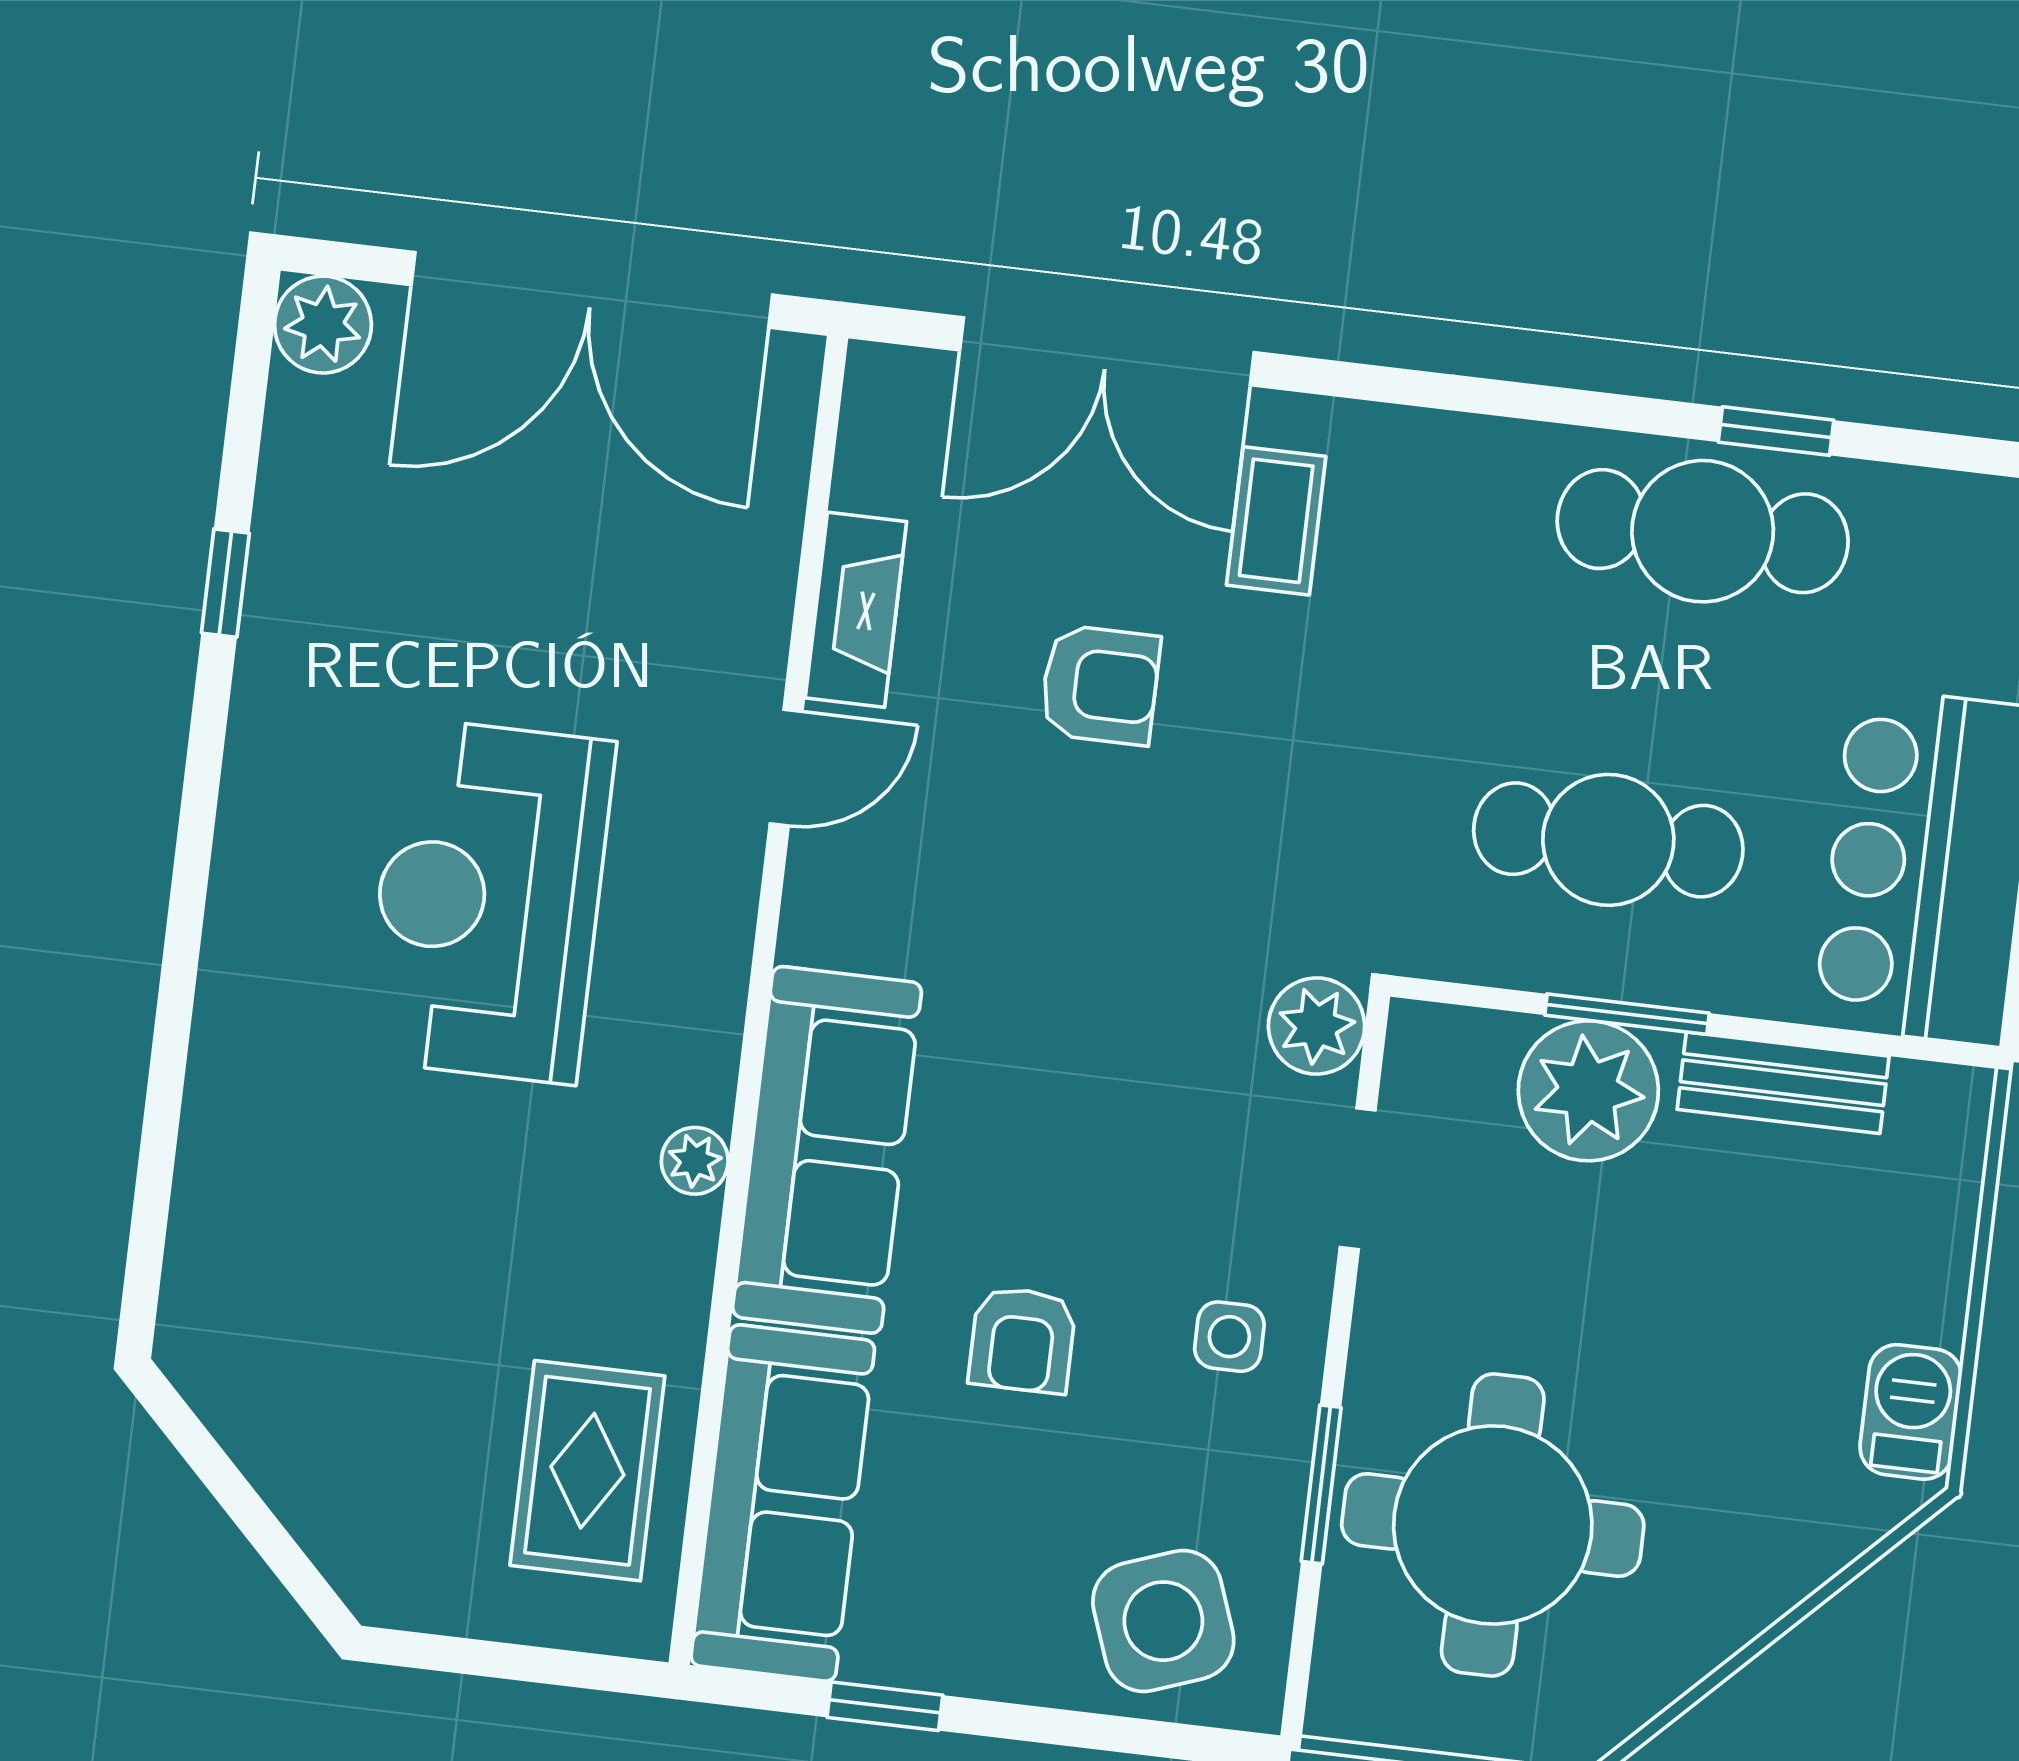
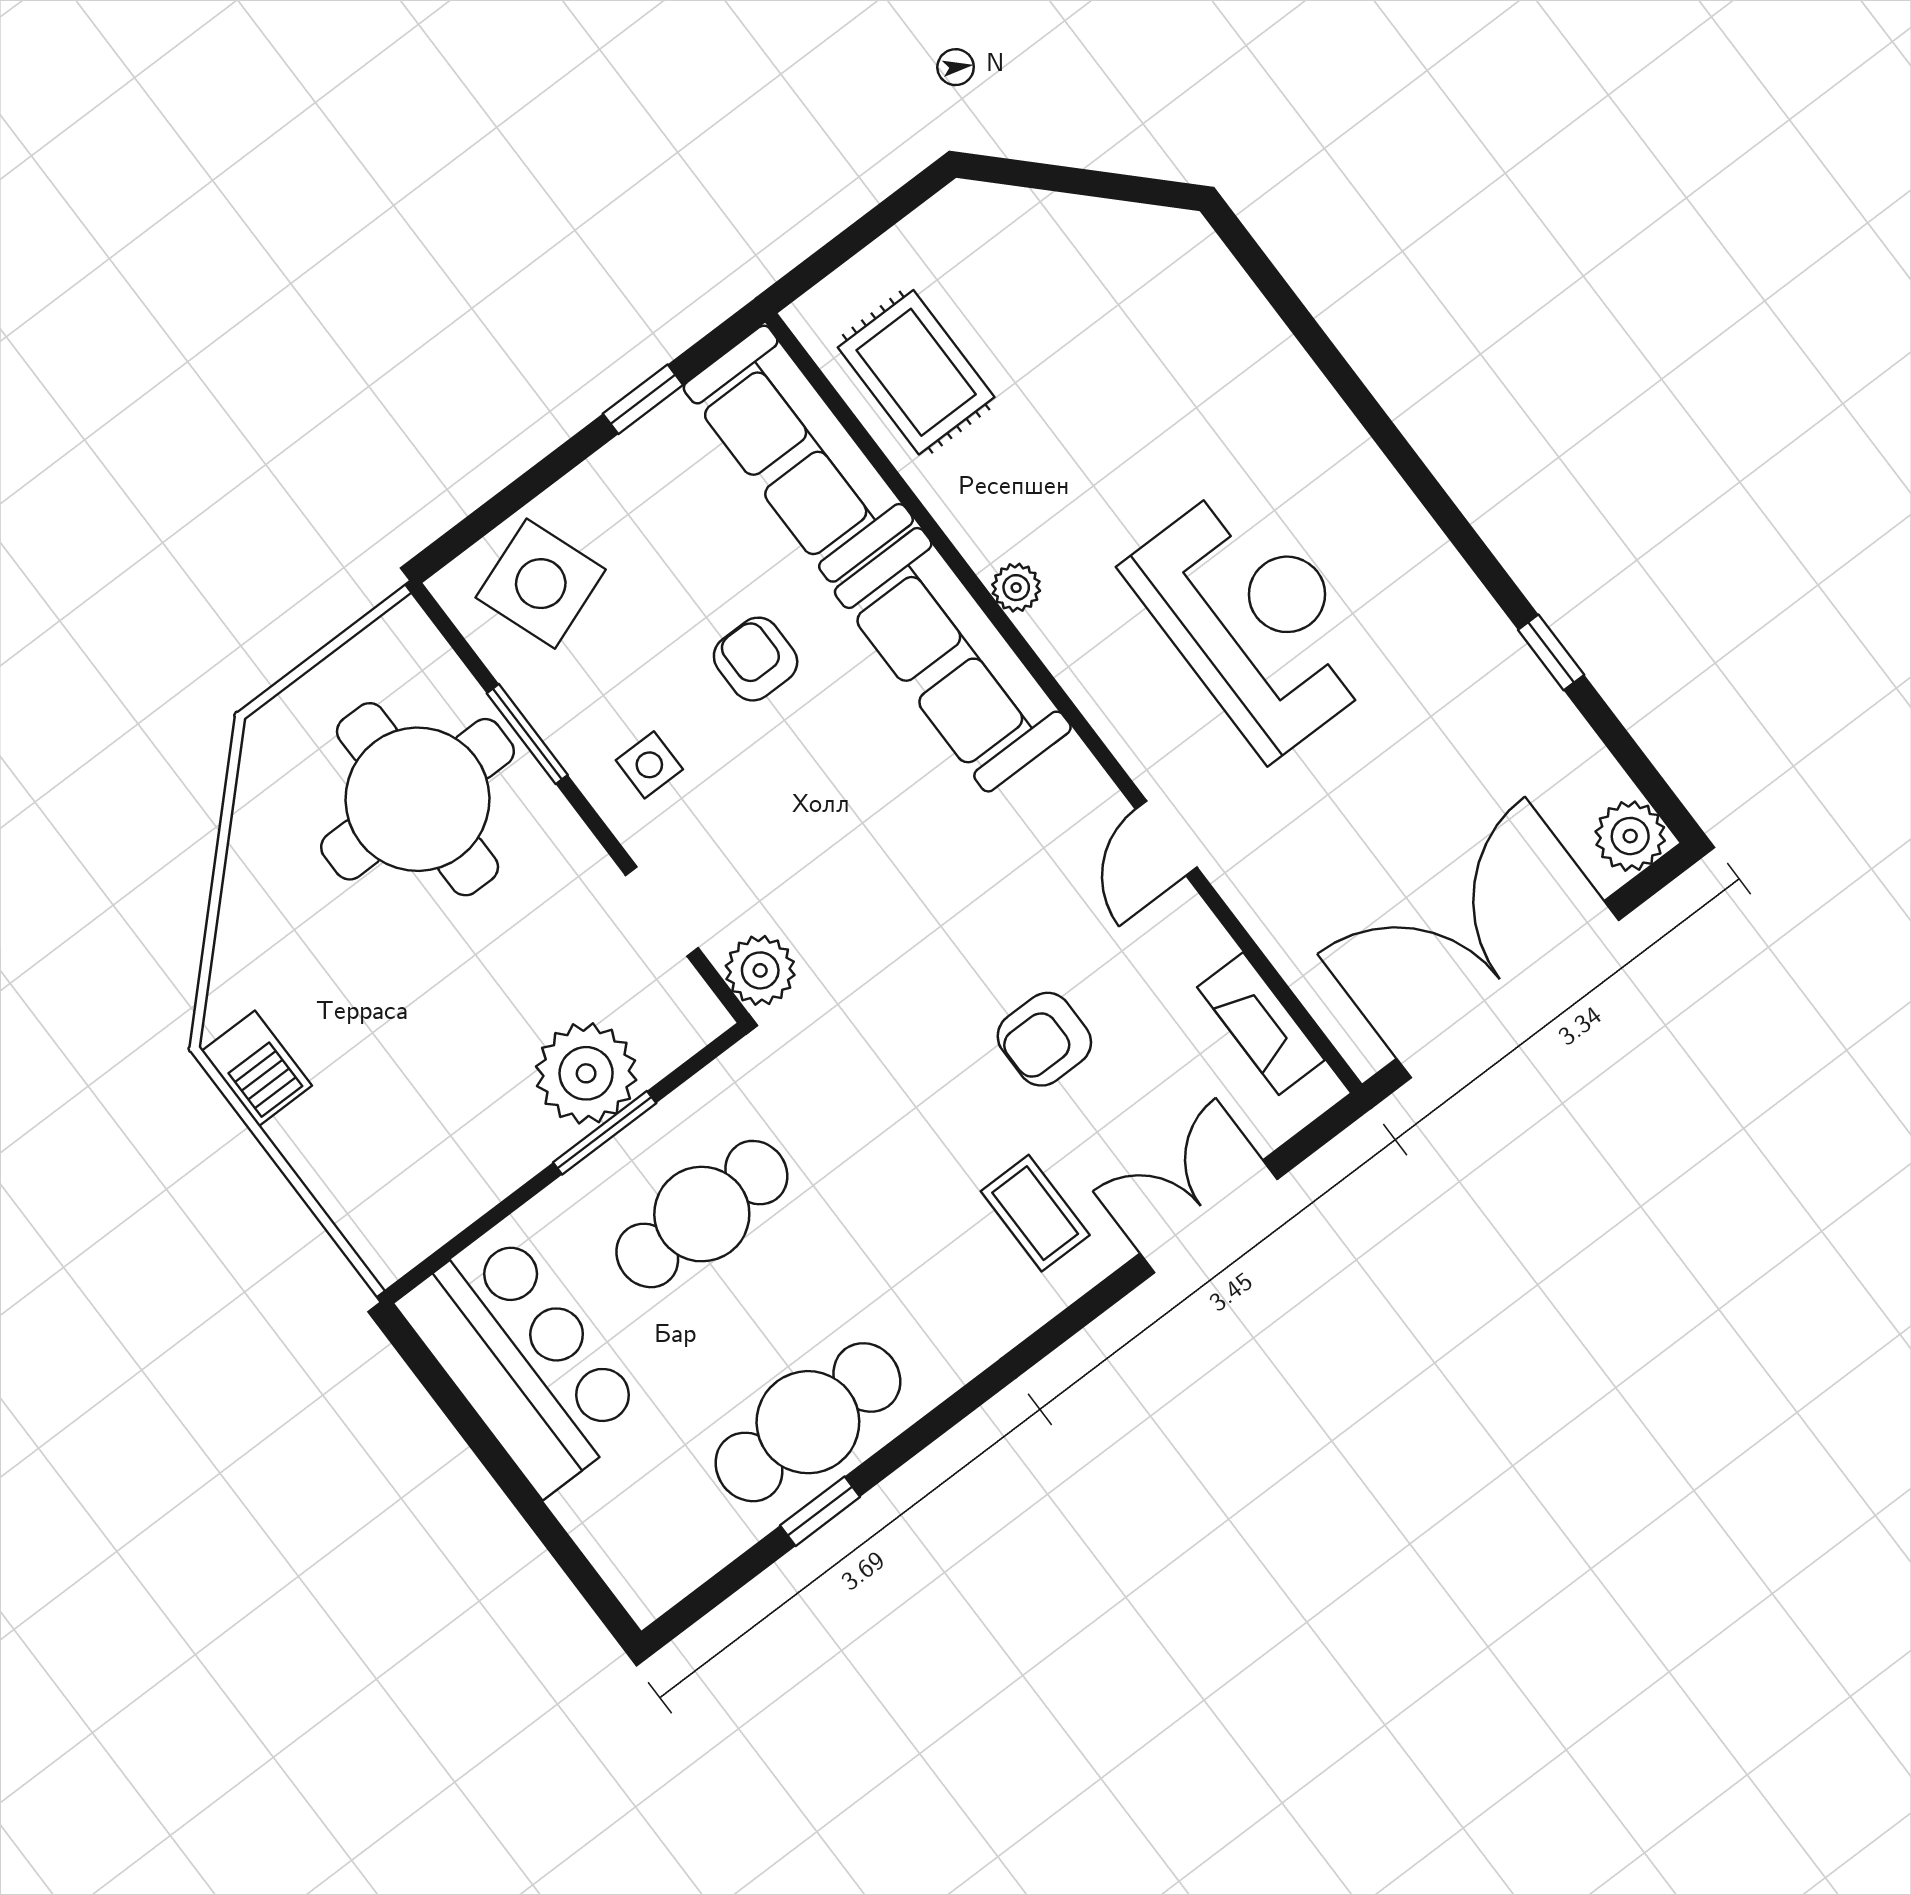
double door: (1107, 351) -> (1209, 1216), width x0.73
fireplace: (856, 610) -> (1261, 1024), moved
bench: (1783, 1083) -> (489, 1175), removed

